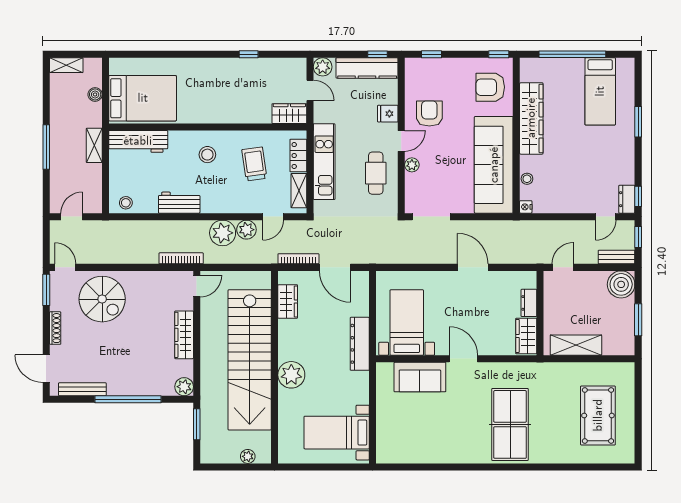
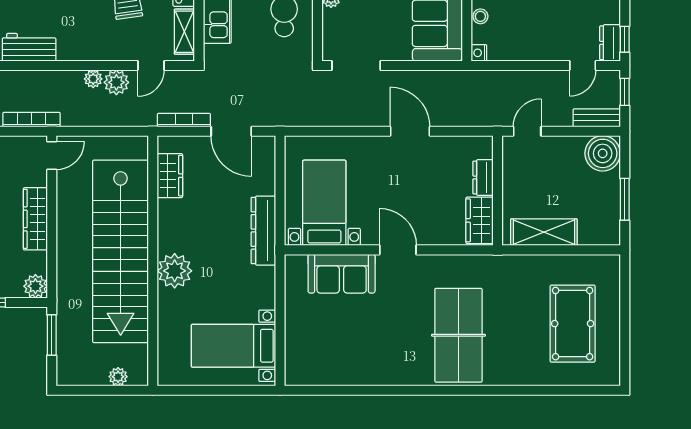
plant: (223, 233) -> (93, 79), width x0.53, depth x0.53

